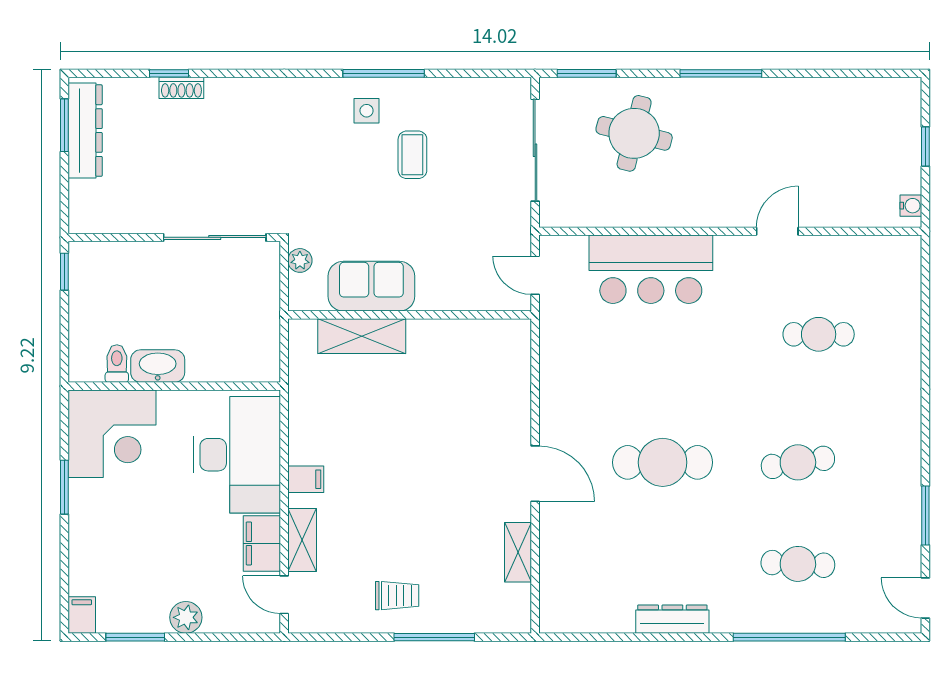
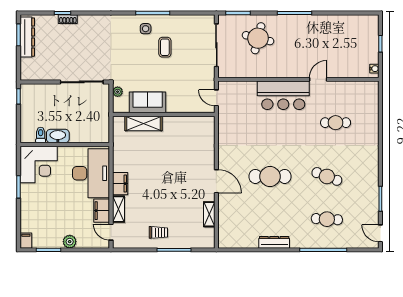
bar counter: (651, 269) -> (283, 95), moved
cafe table: (798, 462) -> (327, 176), turned 30
filing cabinet: (306, 479) -> (120, 184), width x2.00

